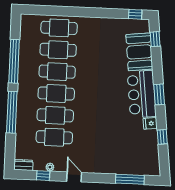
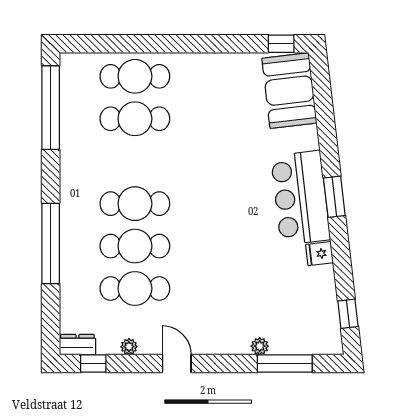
window: (155, 39) -> (322, 90), removed
booth: (139, 52) -> (289, 91), moved
window: (14, 61) -> (51, 108), moved
cafe table: (57, 72) -> (135, 161), removed
window: (162, 137) -> (348, 314), moved
plant: (117, 170) -> (260, 346), added
window: (43, 176) -> (93, 364), moved

